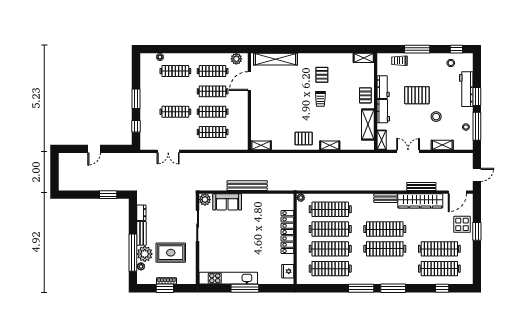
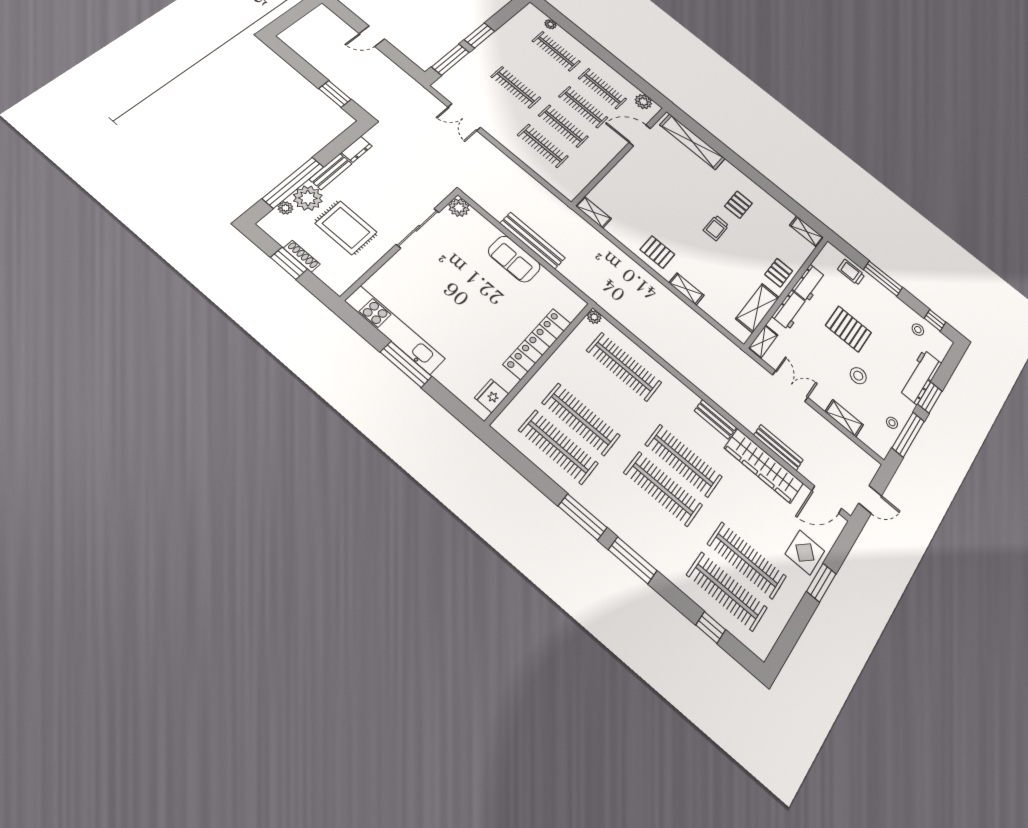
window: (136, 126) -> (450, 60), width x2.17
sofa: (227, 202) -> (514, 259), moved
clothes rail: (330, 229) -> (603, 392), removed

